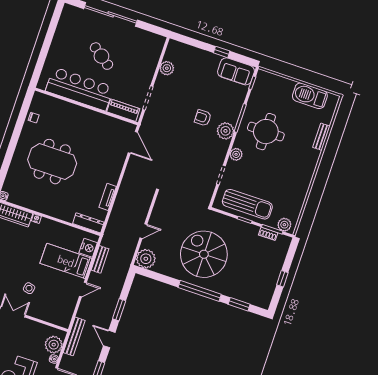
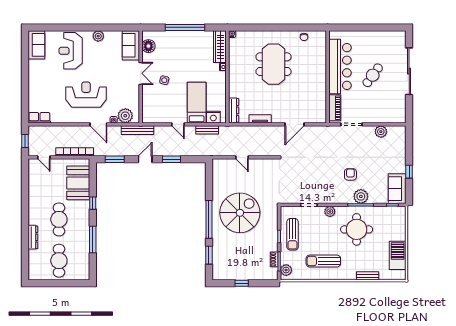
plant: (225, 131) -> (361, 196), moved
door: (133, 142) -> (294, 124), moved
sun lounger: (288, 180) -> (323, 261), added
sun lounger: (247, 204) -> (293, 234), width x0.73, depth x0.75
plant: (146, 259) -> (220, 167), removed

